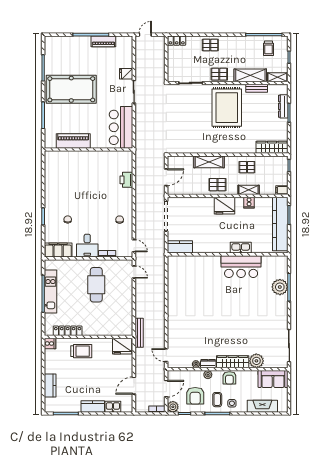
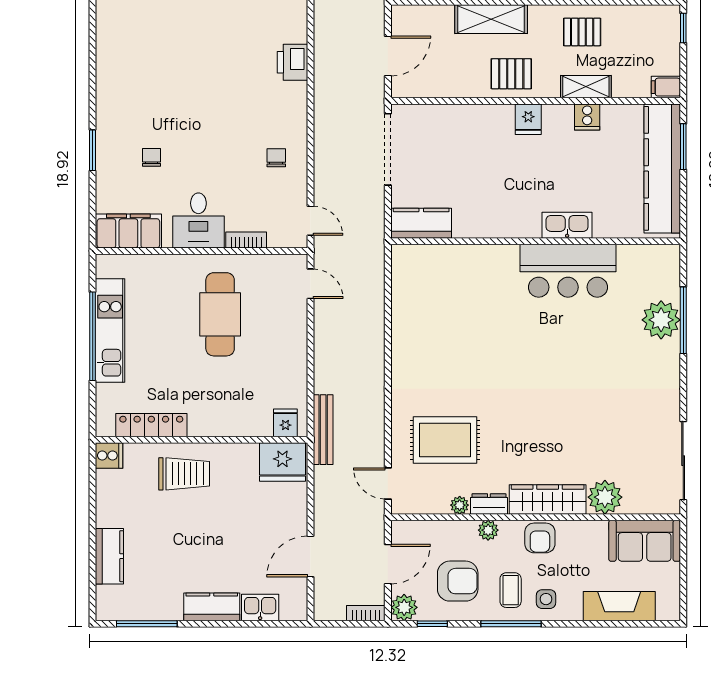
fridge: (225, 206) -> (528, 119), width x0.53, depth x0.75
fridge: (123, 330) -> (285, 423), added
rug: (190, 337) -> (445, 440), added
armchair: (195, 396) -> (458, 581), turned -90

